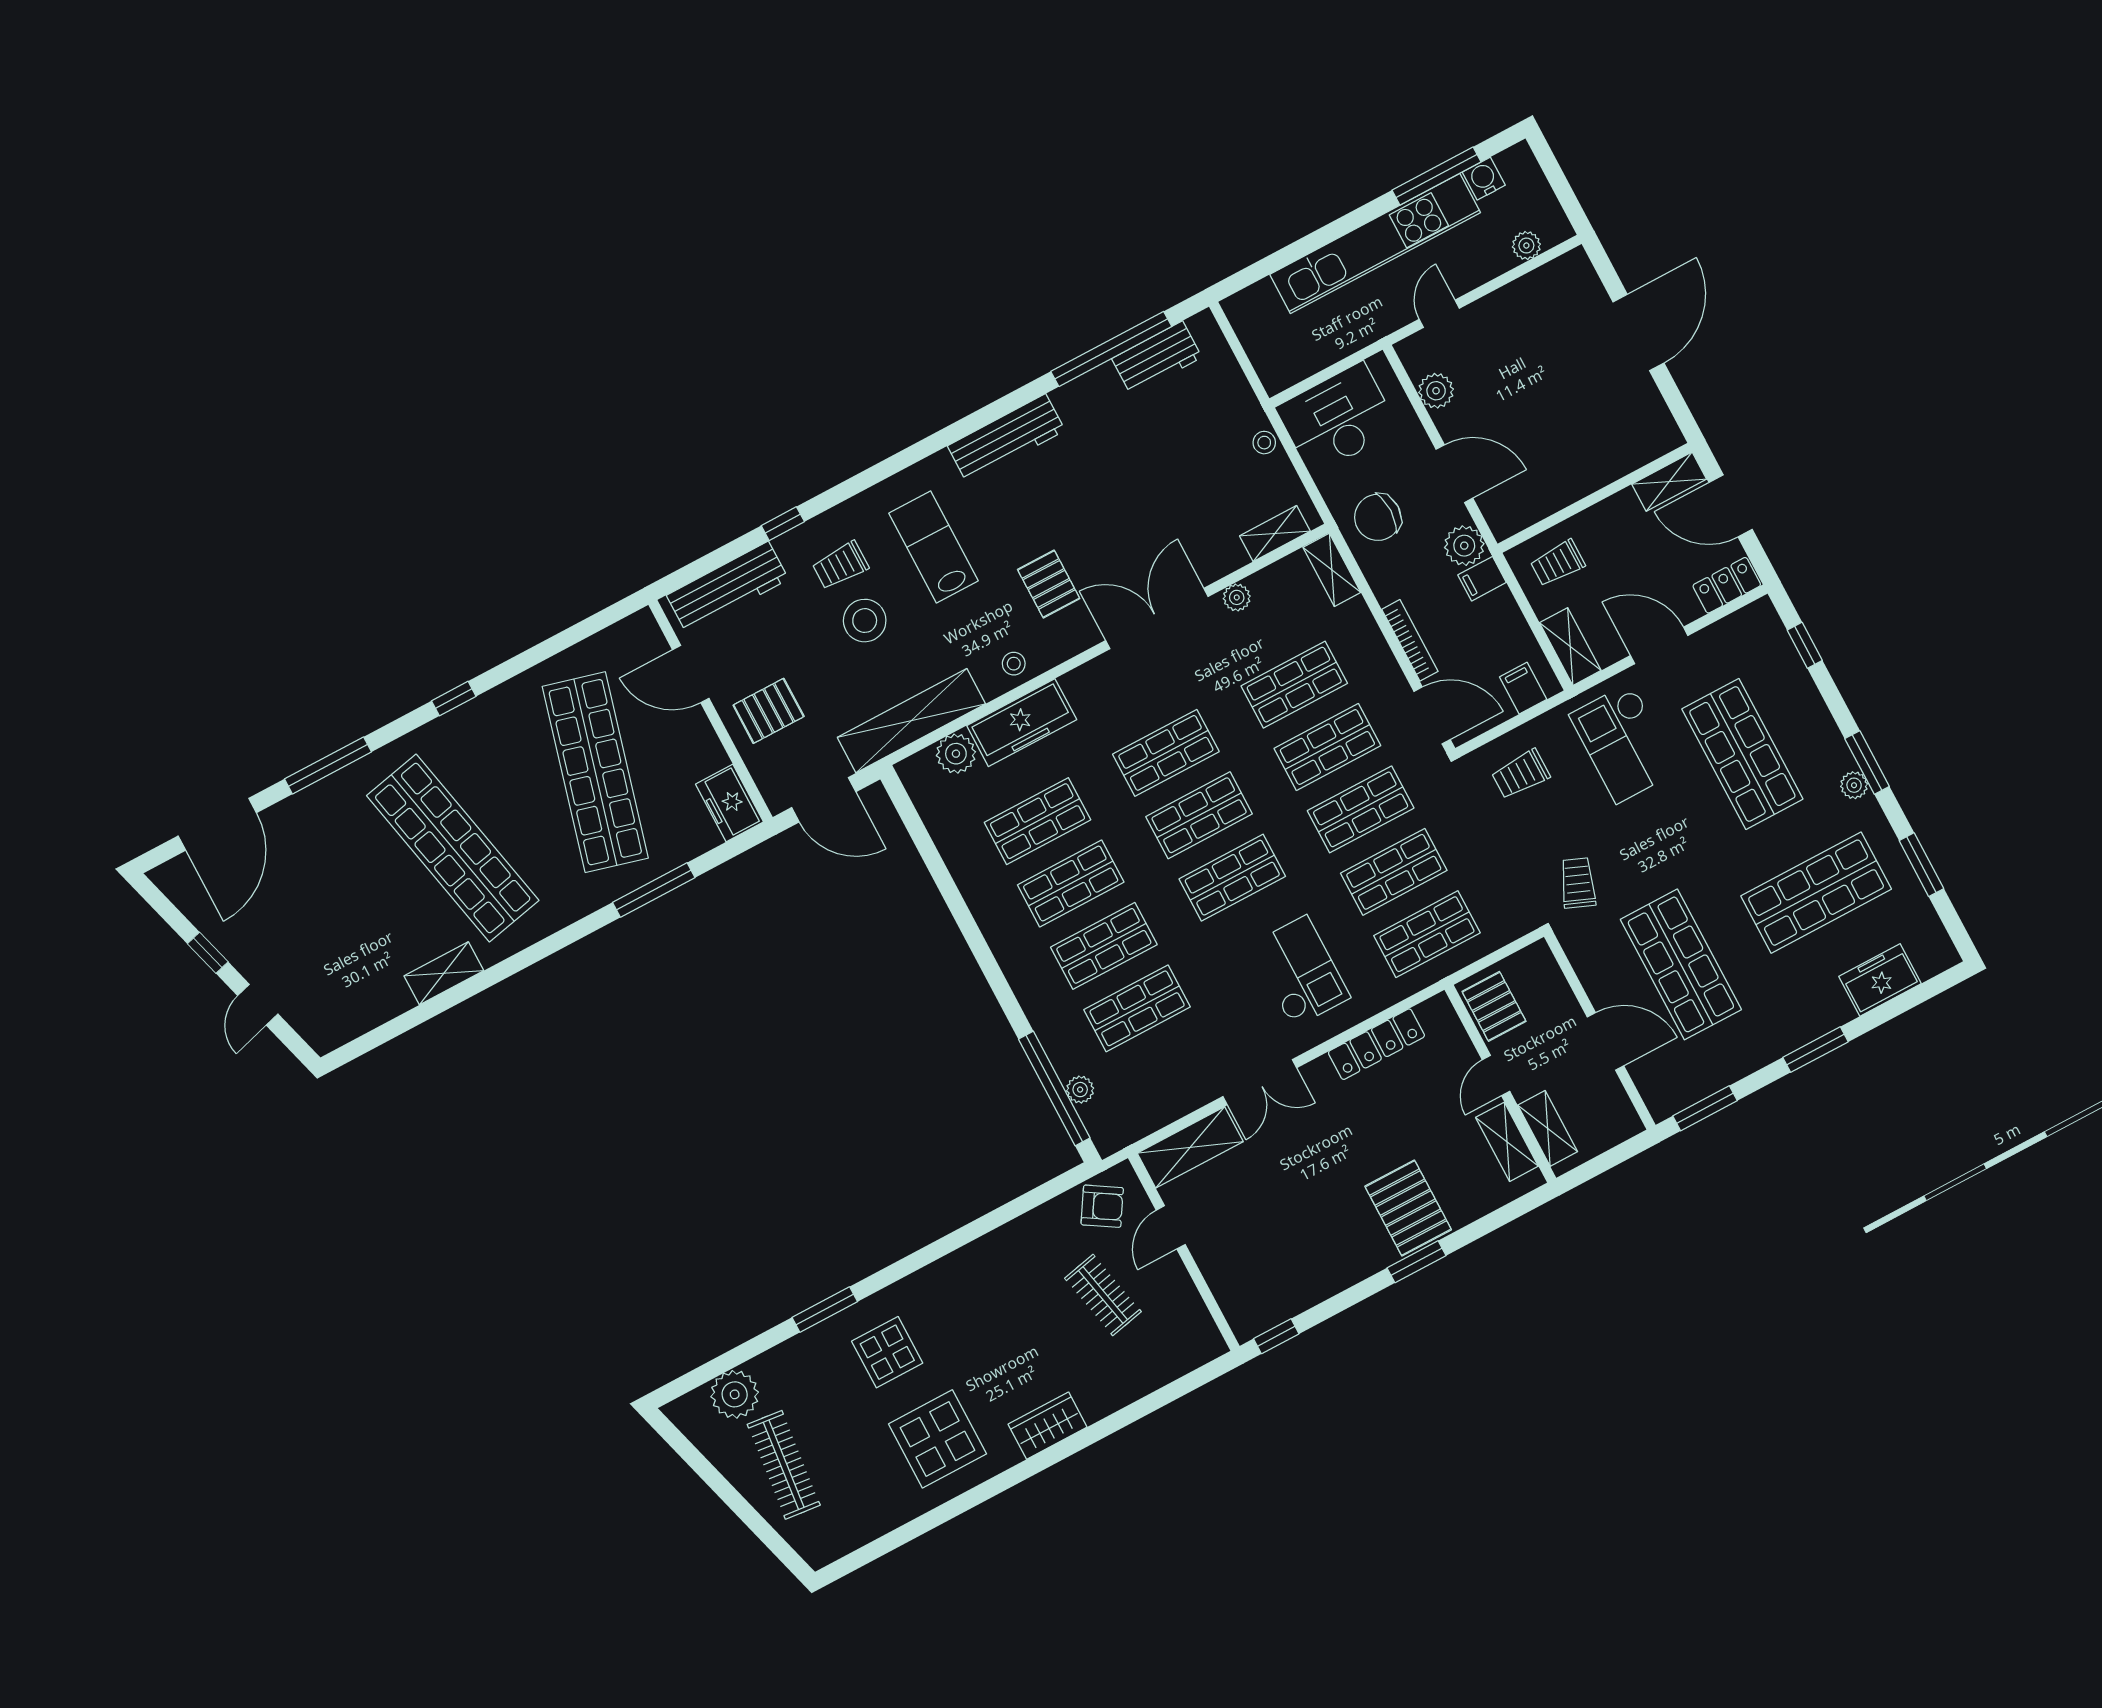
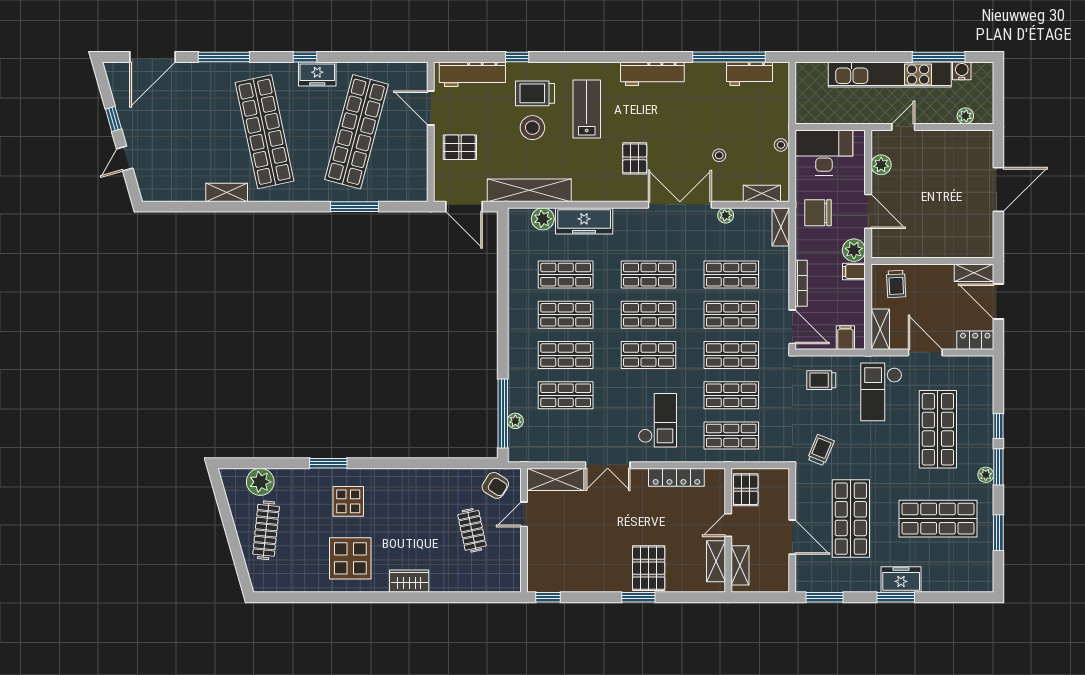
trolley: (1558, 563) -> (896, 284), turned -93
trolley: (840, 565) -> (535, 93), width x1.36, depth x1.39
window: (1805, 645) -> (998, 426), moved
stool: (1014, 664) -> (719, 155), moved
freezer: (730, 803) -> (317, 74), moved, turned -90
freezer: (1880, 980) -> (901, 580), moved

